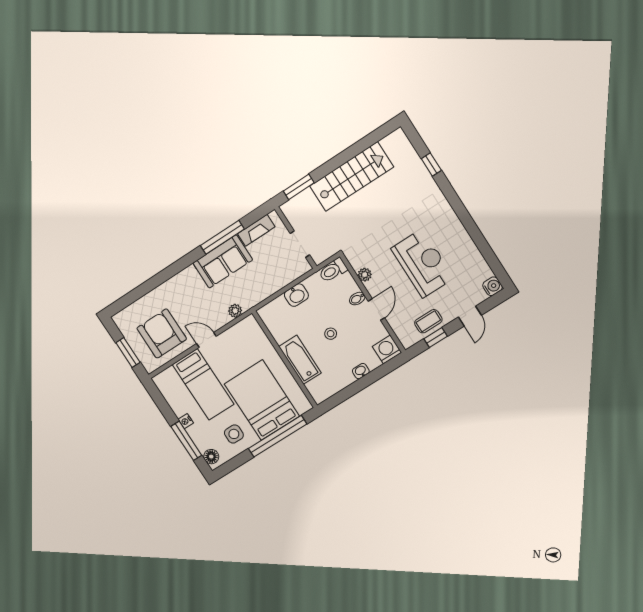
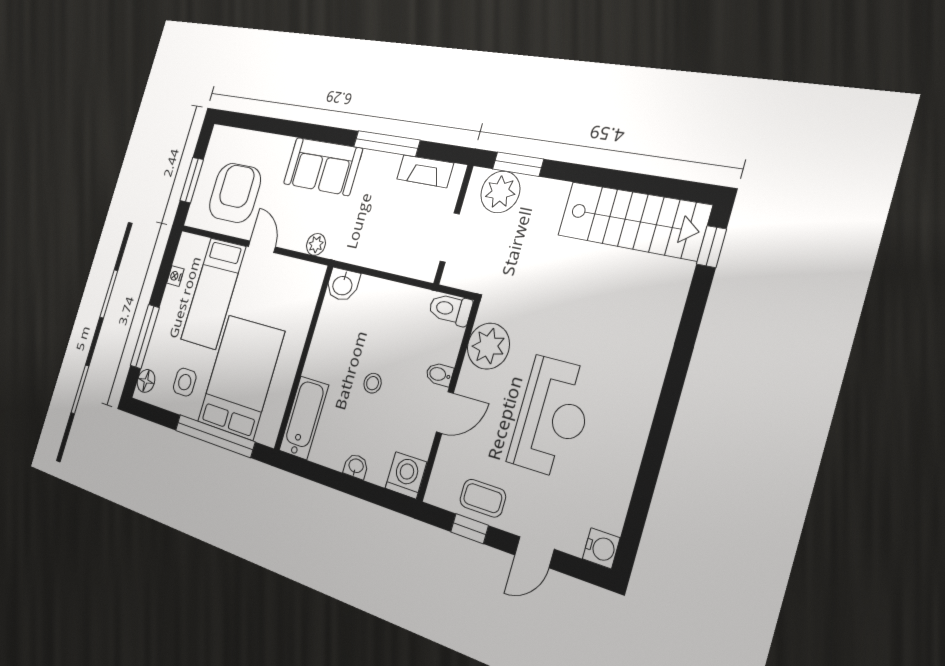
window: (431, 164) -> (711, 247), moved
stairs: (352, 177) -> (633, 220), moved
plant: (303, 205) -> (500, 192), added
sofa: (223, 261) -> (323, 166), moved
plant: (365, 275) -> (488, 346), width x1.87, depth x1.87
washbasin: (296, 295) -> (343, 285), moved
bathtub: (300, 360) -> (304, 418), moved
nightstand: (186, 421) -> (175, 276), moved

